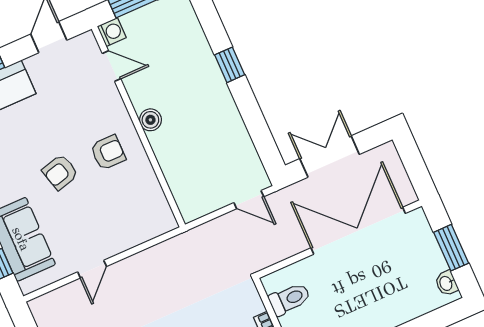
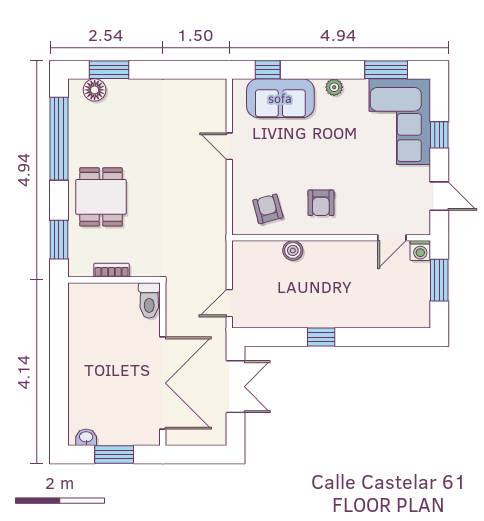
window: (230, 65) -> (321, 337), moved
boiler: (150, 120) -> (293, 250), moved
armchair: (60, 172) -> (268, 209), moved
toilet: (290, 299) -> (149, 300), moved

